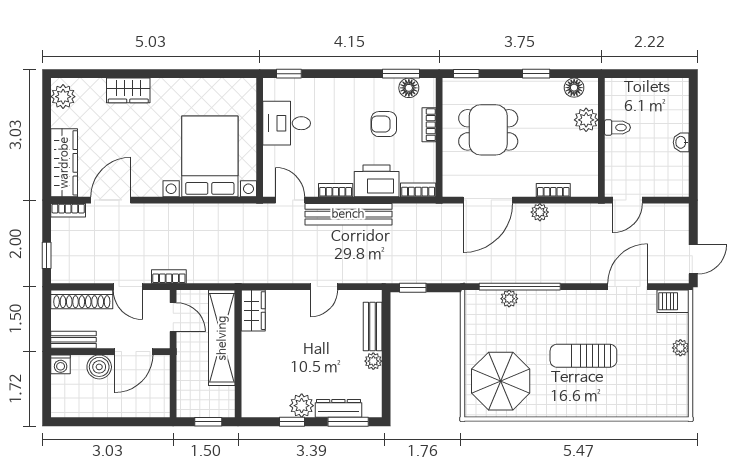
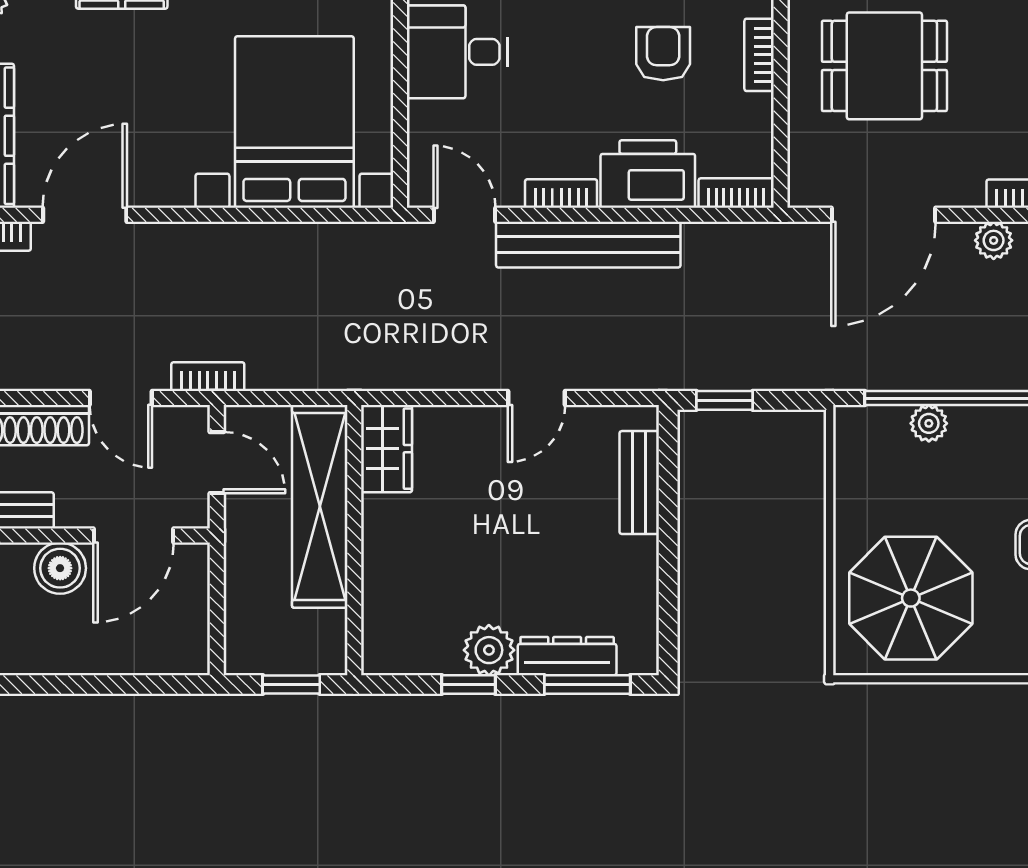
armchair: (384, 124) -> (663, 54), turned 90
plant: (373, 361) -> (641, 556), removed

